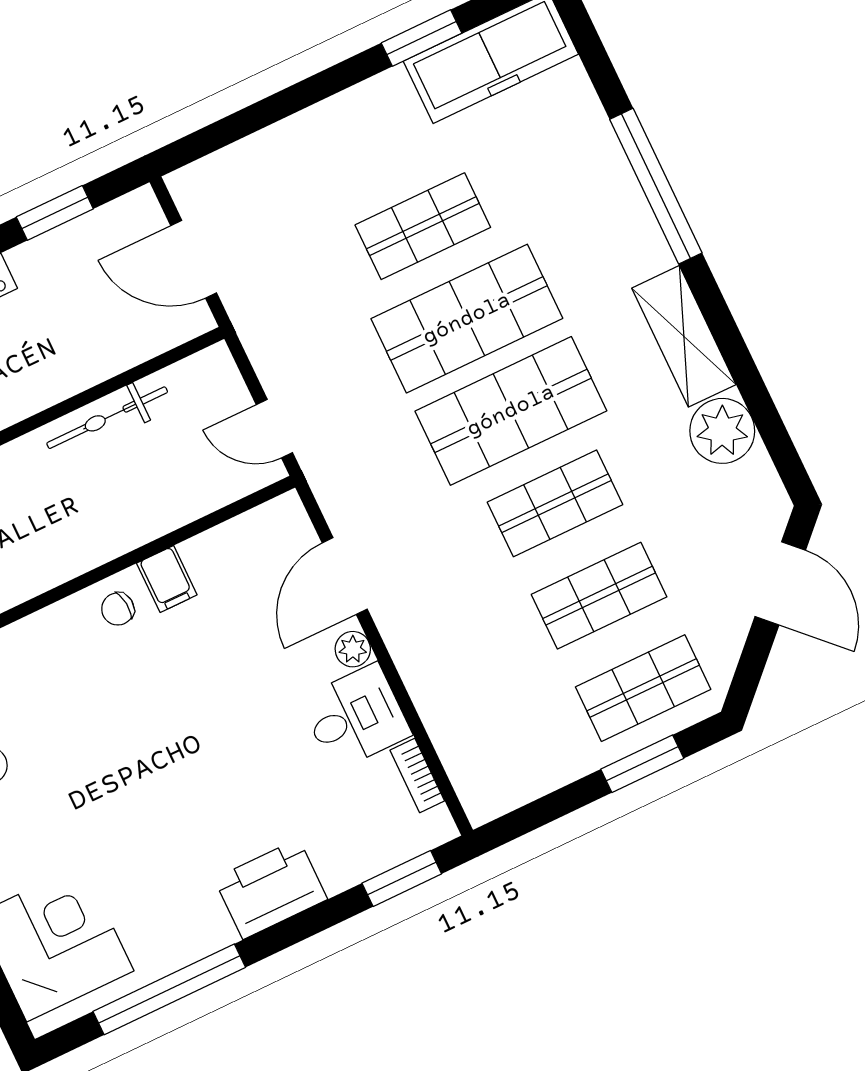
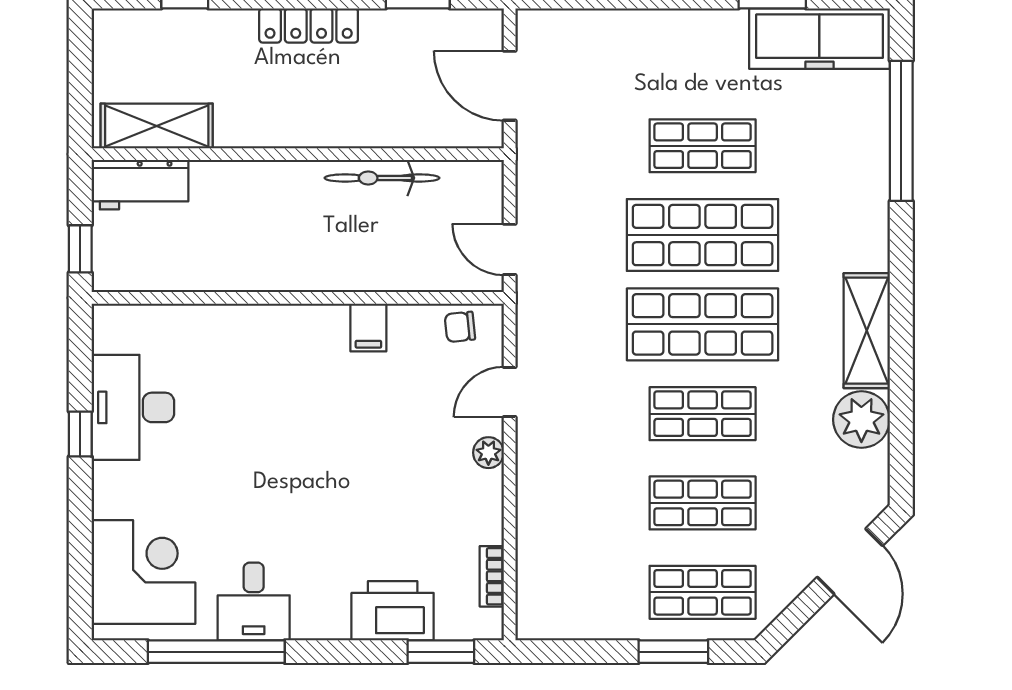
window: (656, 186) -> (901, 131), moved
door: (345, 576) -> (510, 392), width x0.73
chair: (118, 609) -> (460, 327), moved
desk: (355, 717) -> (254, 601), moved, turned 90
printer: (271, 889) -> (393, 611), moved

